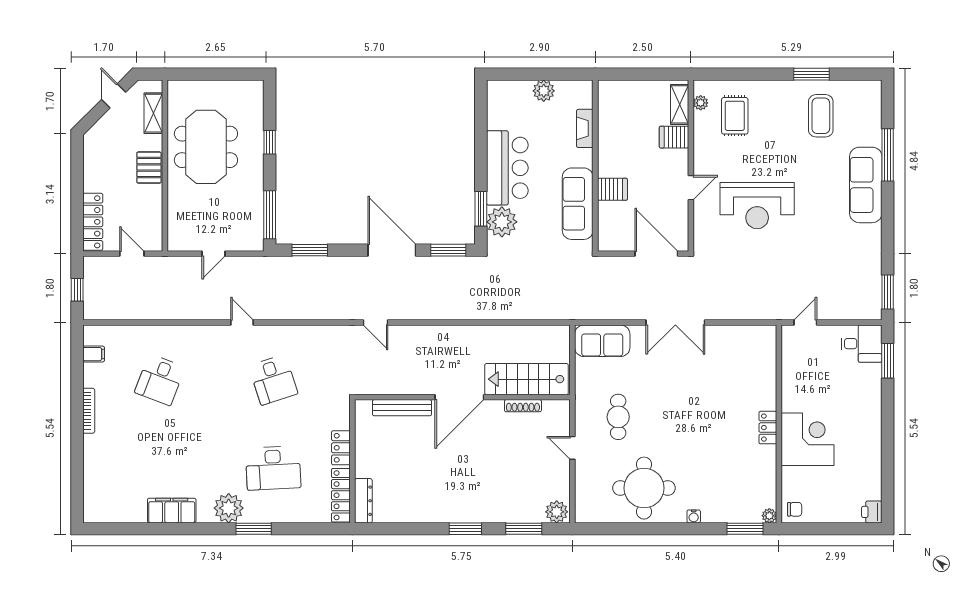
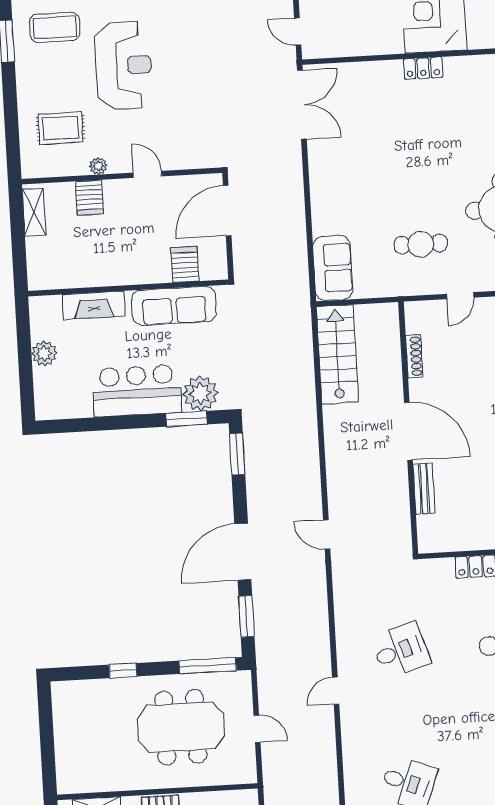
plant: (701, 103) -> (98, 166), moved
shelving: (680, 104) -> (34, 212), moved, turned 90
fireplace: (585, 128) -> (94, 305), width x1.37, depth x1.32
meeting table: (206, 147) -> (181, 727), moved
server rack: (612, 189) -> (185, 265), moved
reception desk: (757, 206) -> (123, 66), moved
door: (392, 250) -> (243, 552), moved
door: (376, 323) -> (327, 534), swing flipped
double door: (675, 323) -> (302, 105), moved
stairs: (526, 379) -> (337, 354), moved, turned 180
bench: (402, 408) -> (424, 489), width x0.73

